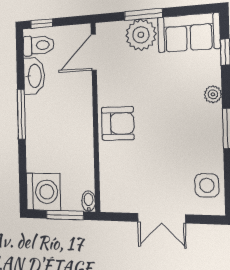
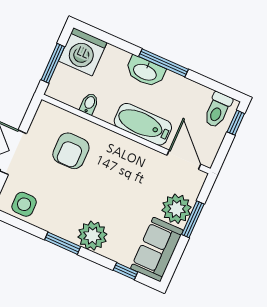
washbasin: (34, 76) -> (145, 72), moved
plant: (213, 94) -> (92, 236), width x1.88, depth x1.88
bathtub: (80, 106) -> (143, 124), added
armchair: (118, 123) -> (71, 151), moved
bidet: (89, 201) -> (89, 104), moved, turned -90

